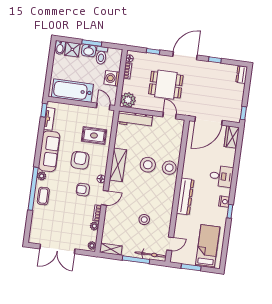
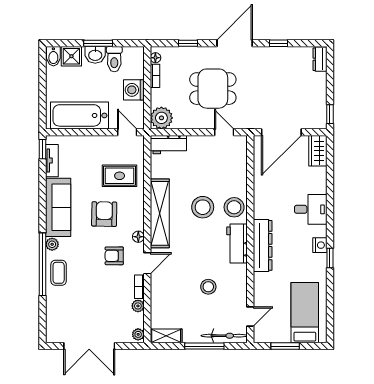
workbench: (135, 119) -> (168, 145), width x0.73
shelving: (118, 165) -> (160, 213), width x1.47
workbench: (168, 193) -> (237, 243), added

